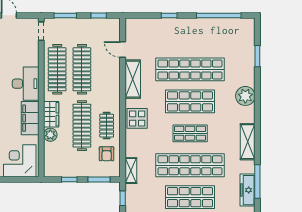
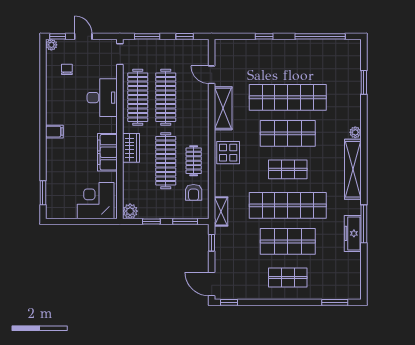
desk: (26, 84) -> (102, 98), moved
plant: (245, 96) -> (355, 132), width x0.53, depth x0.53
plant: (50, 135) -> (130, 211), moved
shelving: (248, 142) -> (353, 169), width x1.47

